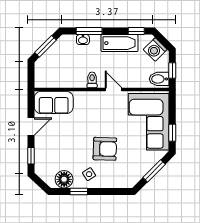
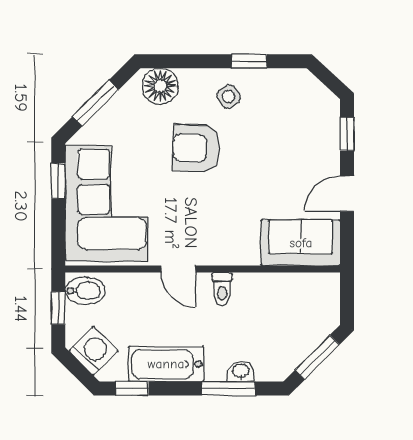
floor lamp: (64, 179) -> (160, 86), moved

